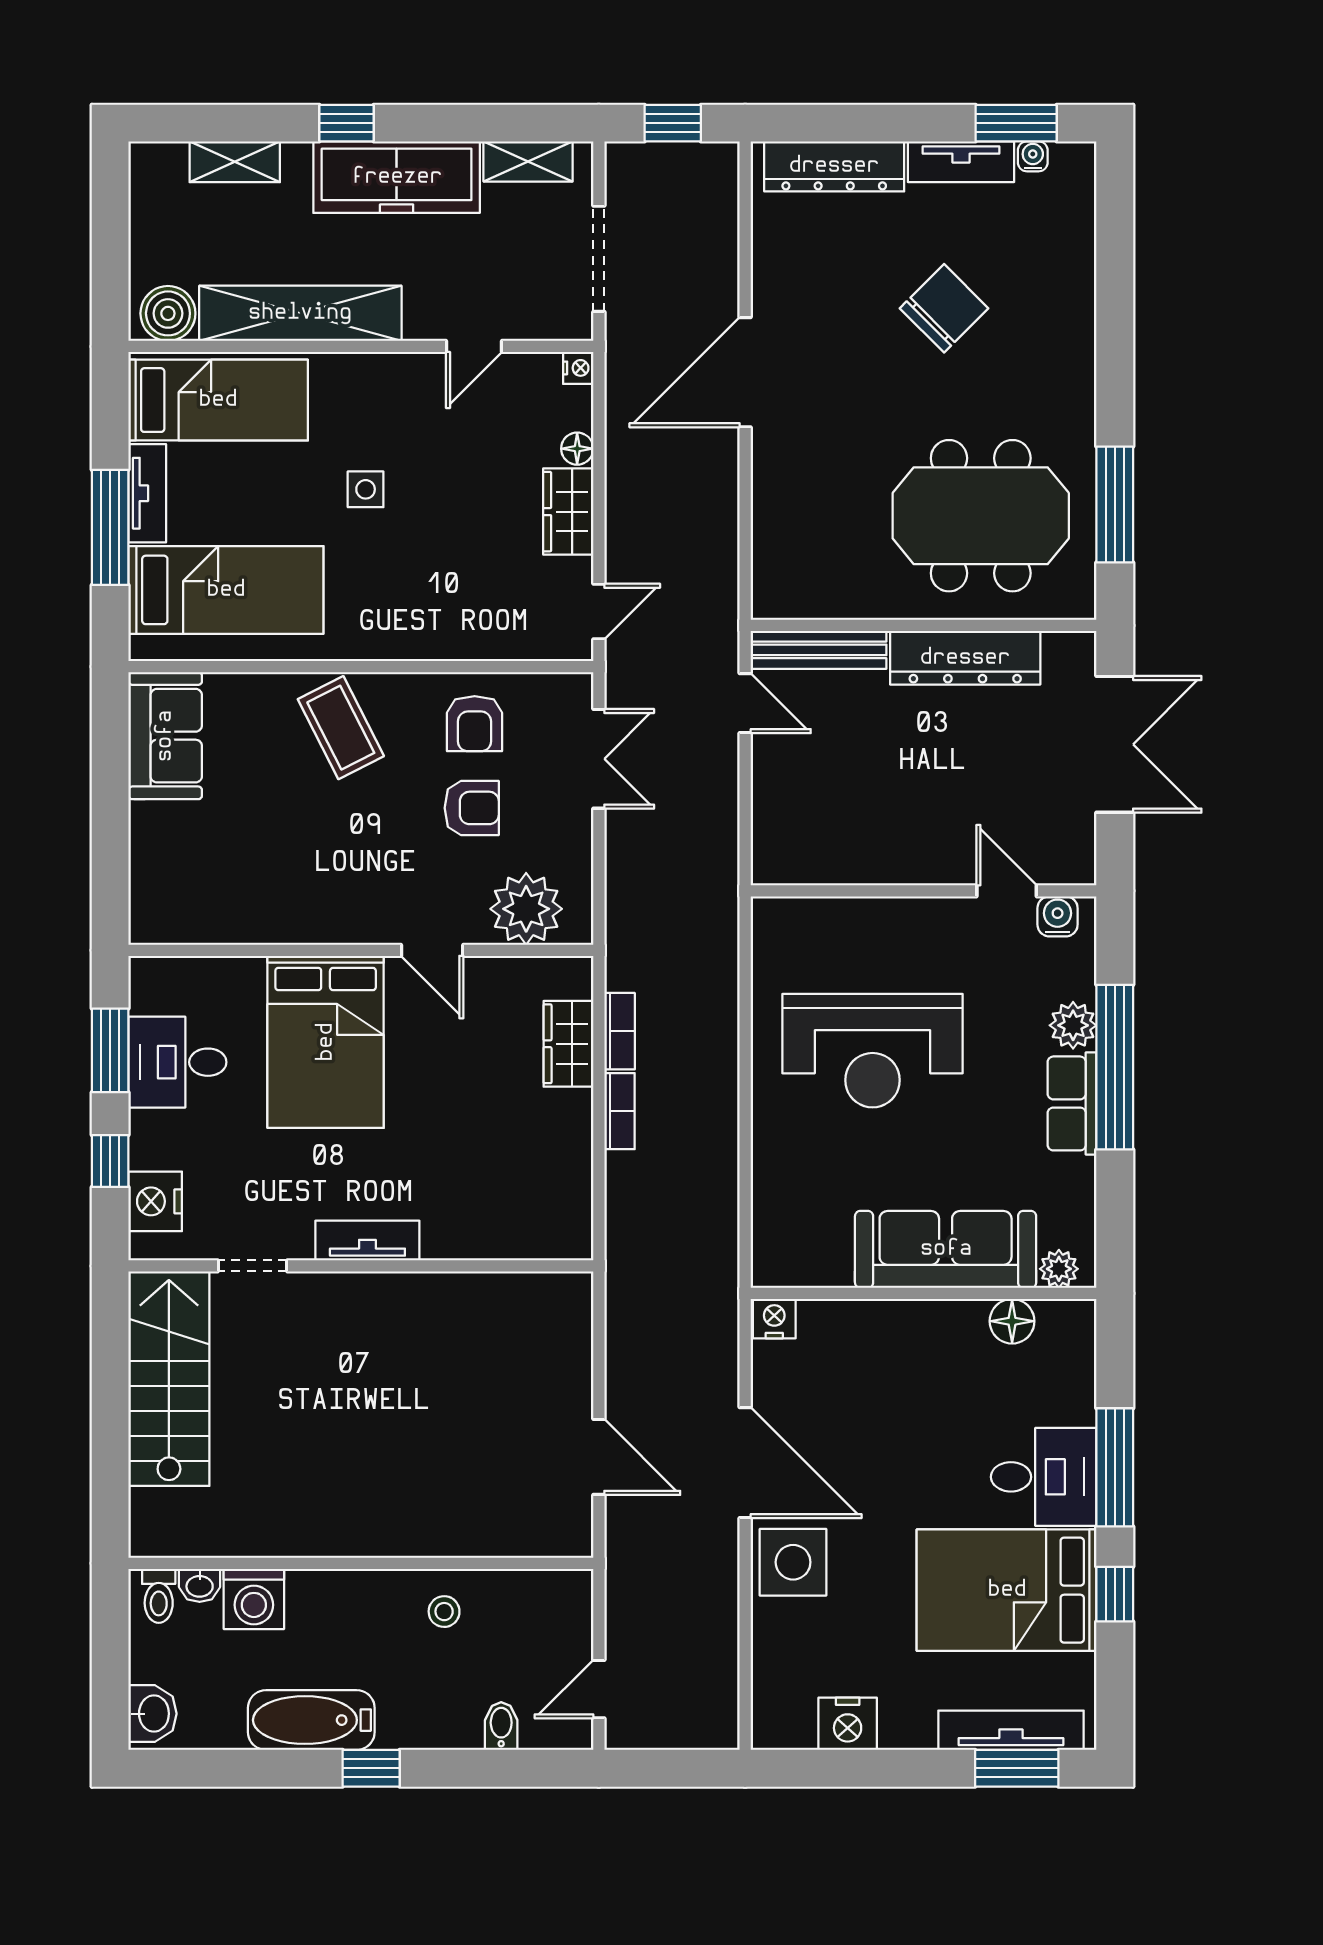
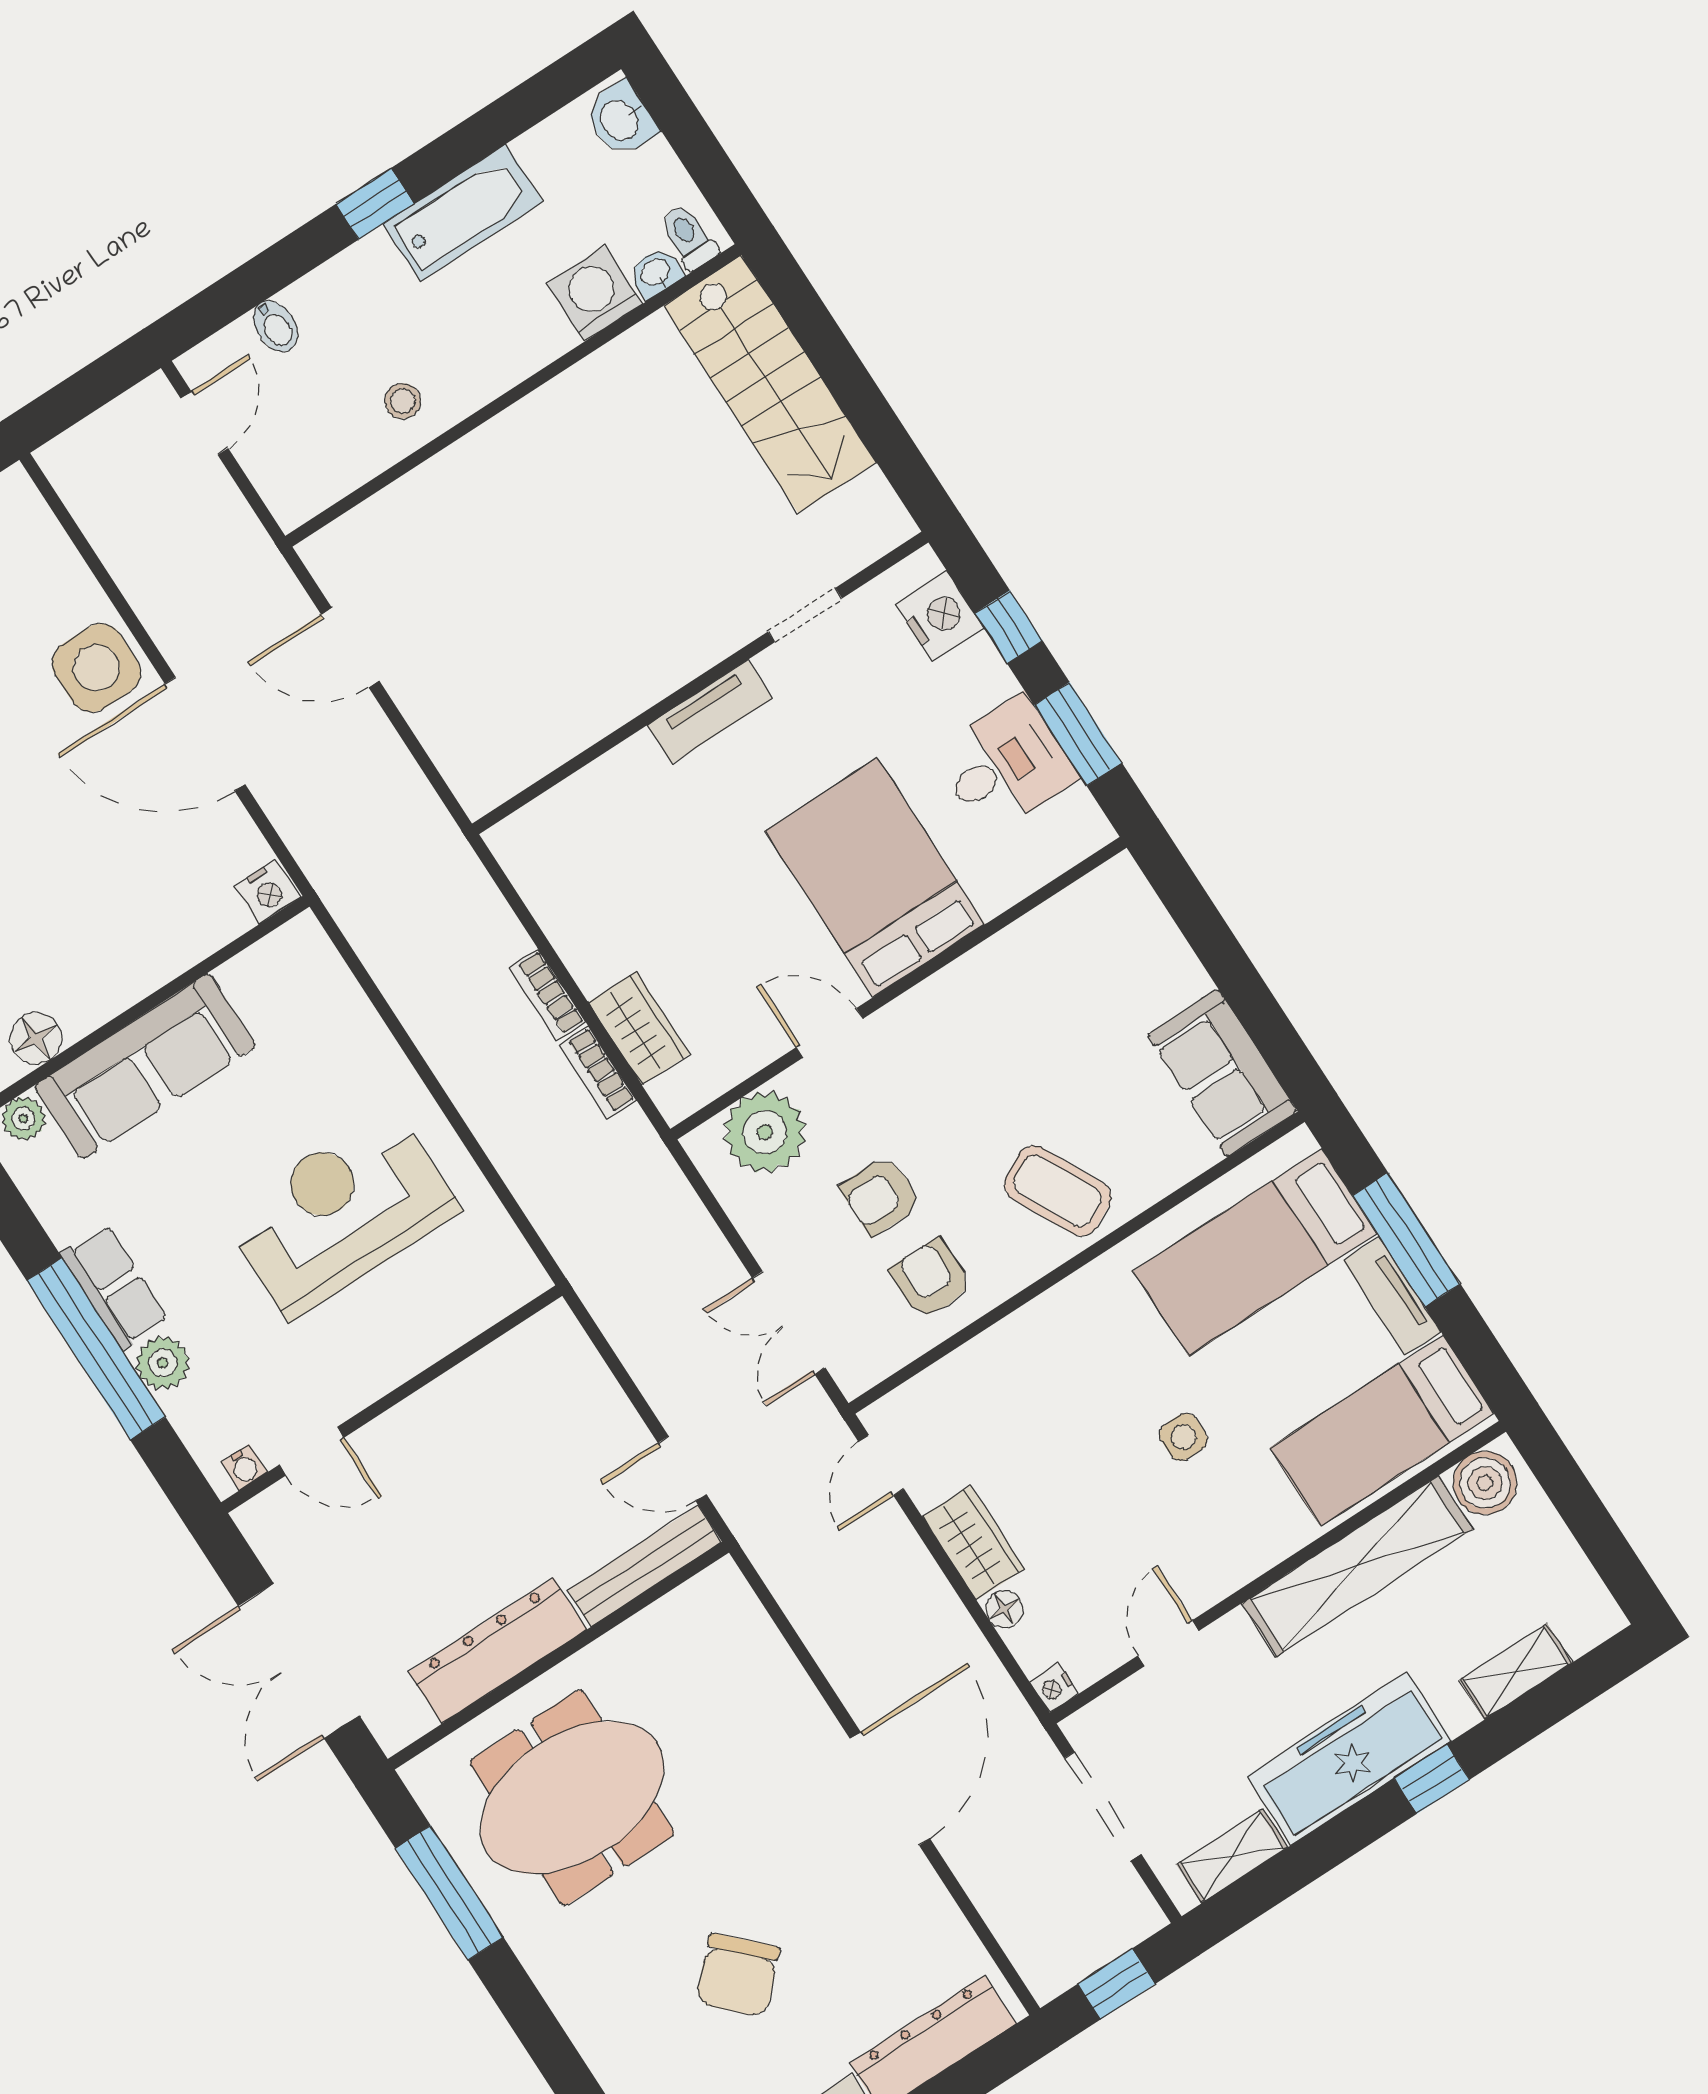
water cooler: (1058, 916) -> (244, 1467), width x0.72, depth x0.72
stairs: (169, 1379) -> (770, 384), moved

